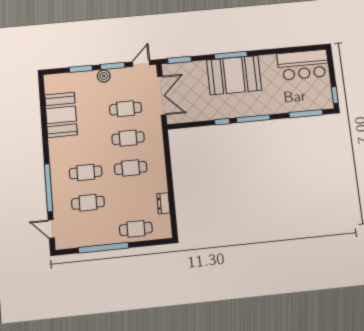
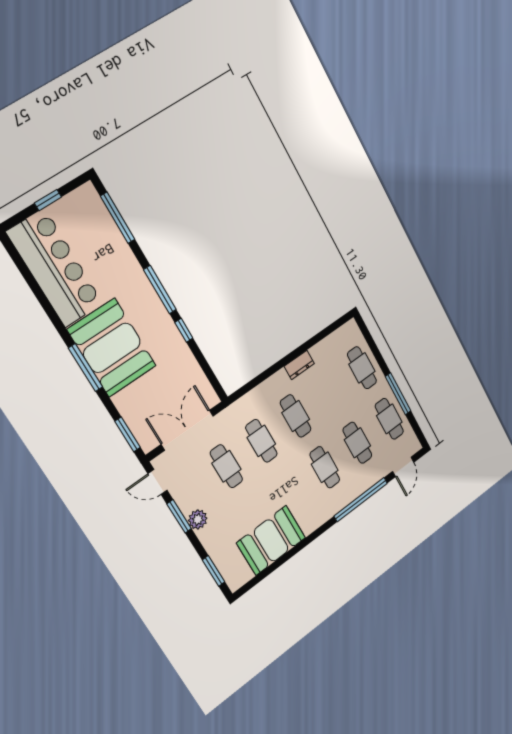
bar counter: (303, 65) -> (55, 268), width x1.36
window: (81, 69) -> (214, 571), moved
window: (335, 95) -> (48, 200), moved
dresser: (163, 203) -> (299, 365), moved
cafe table: (90, 233) -> (389, 419), added
window: (104, 248) -> (398, 394), width x0.68

